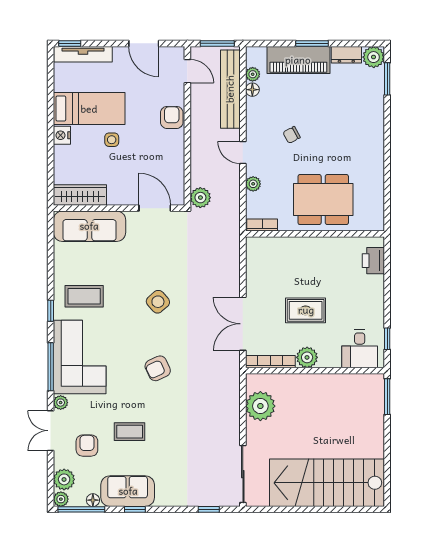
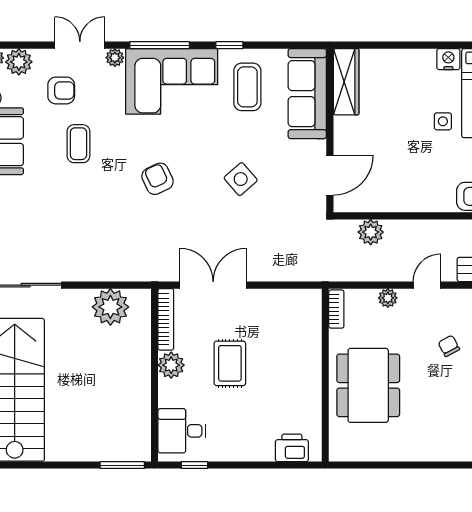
wardrobe: (80, 195) -> (346, 82), moved
wall: (119, 208) -> (330, 130), moved
door: (155, 208) -> (330, 175), moved
sofa: (89, 226) -> (307, 94), moved

